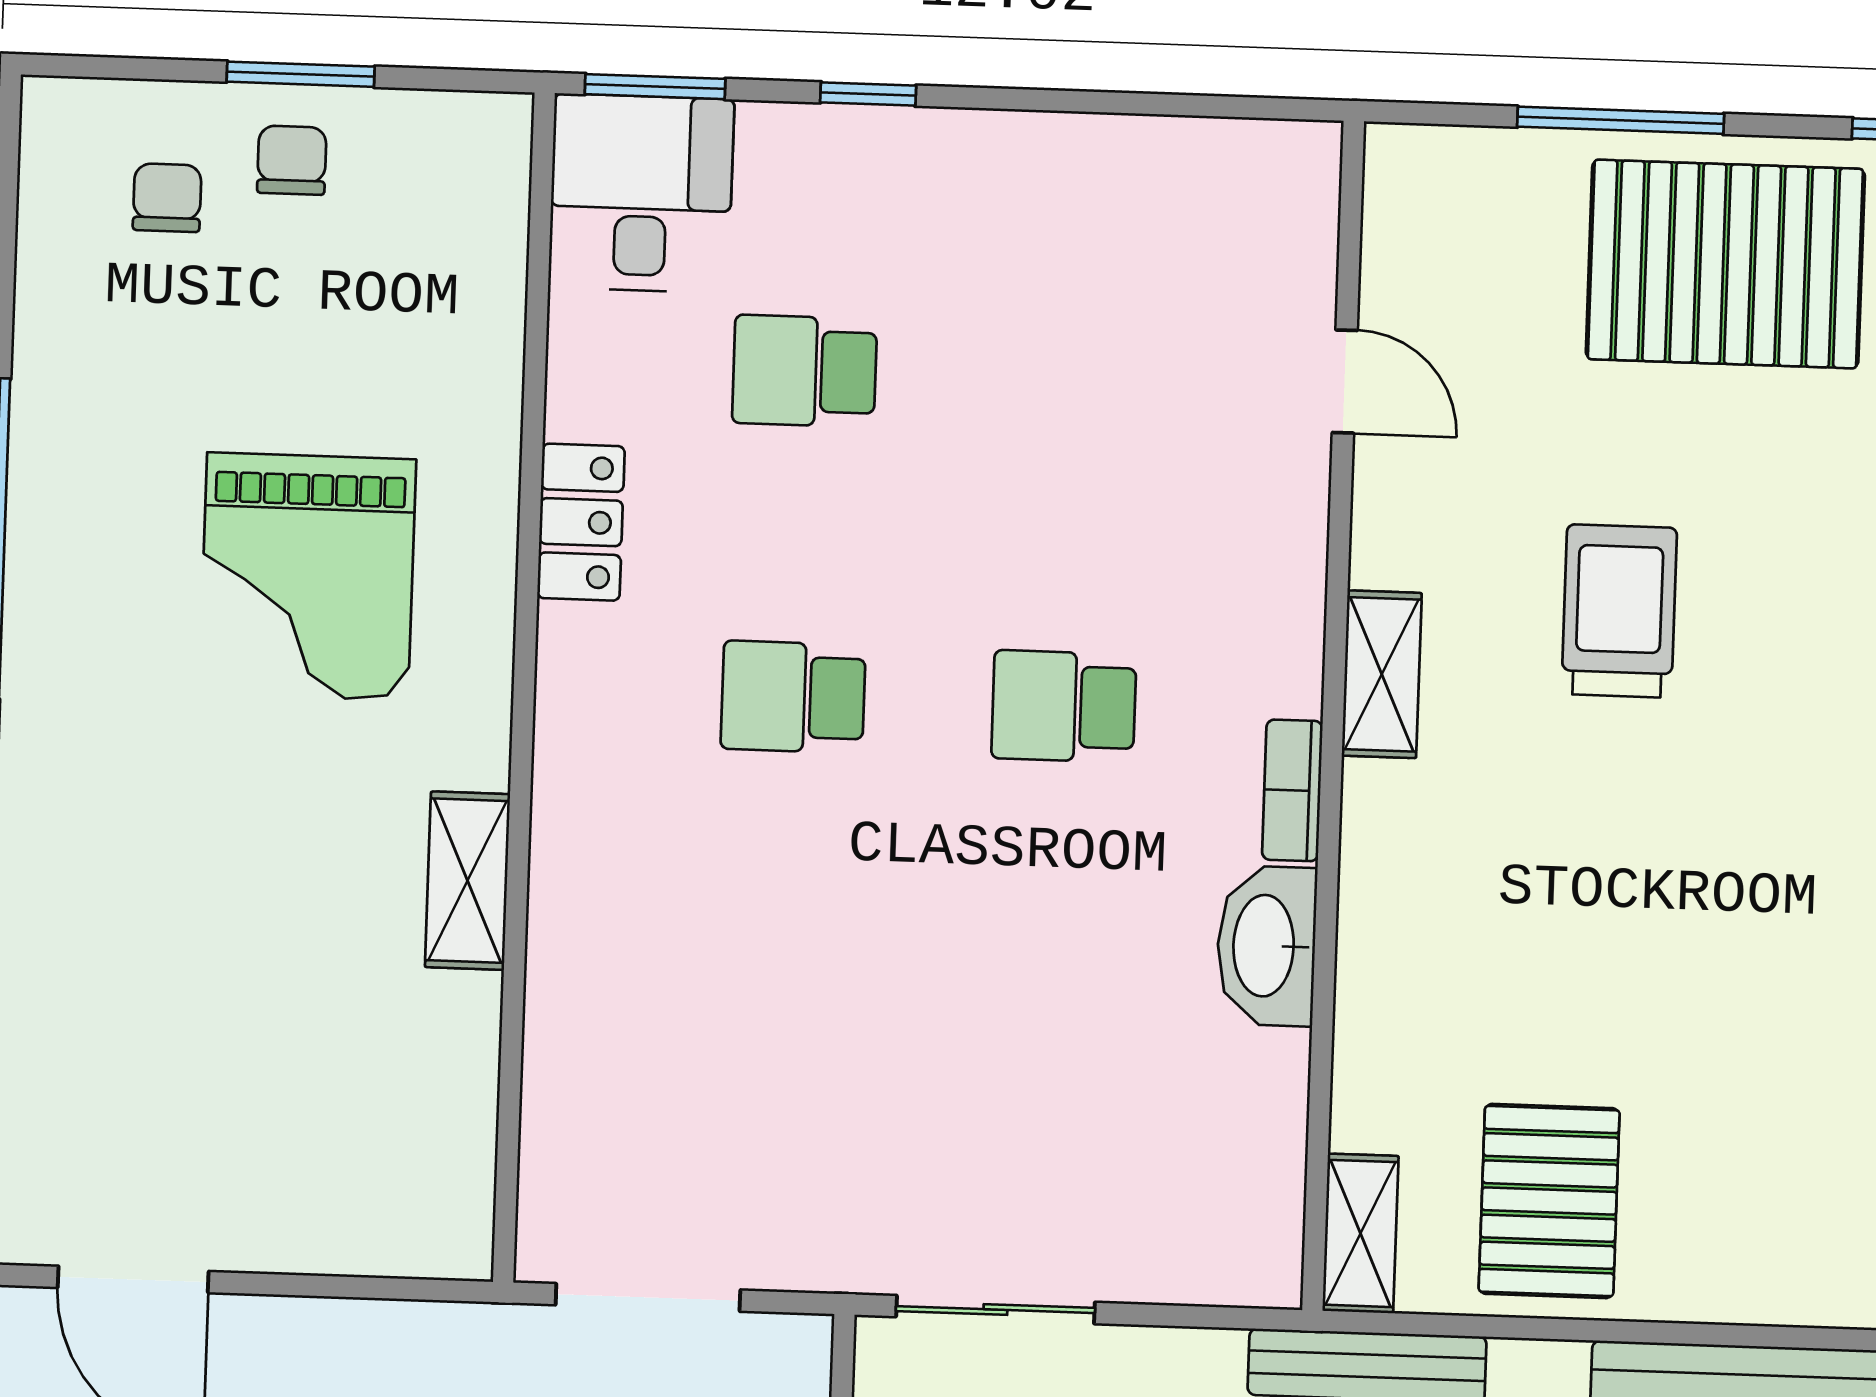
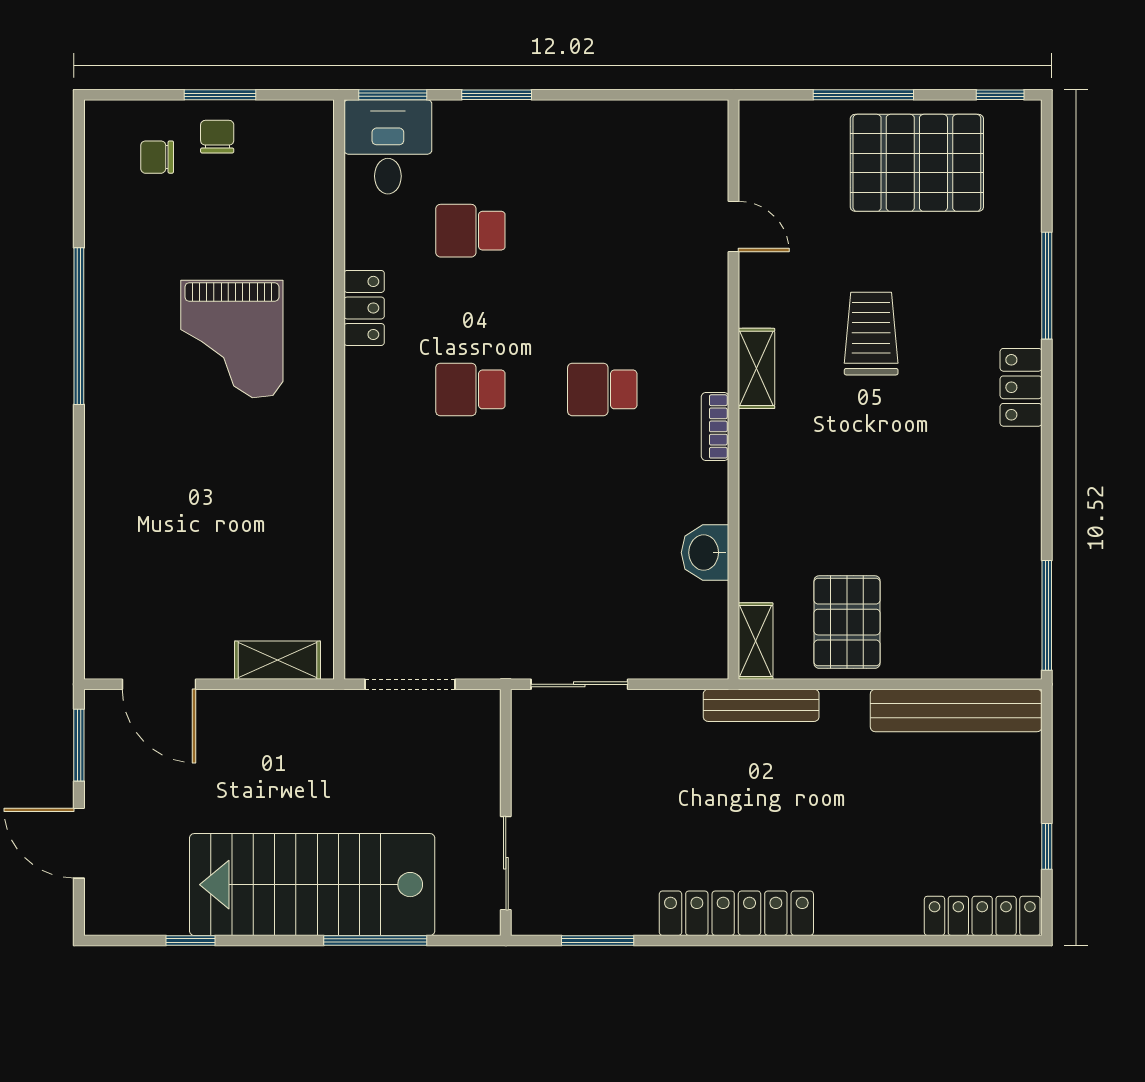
window: (868, 94) -> (497, 95), width x1.50
chair: (167, 198) -> (157, 157), turned -90
shelving: (468, 881) -> (278, 660), moved, turned 90
washbasin: (1266, 946) -> (705, 553), moved, width x0.72

